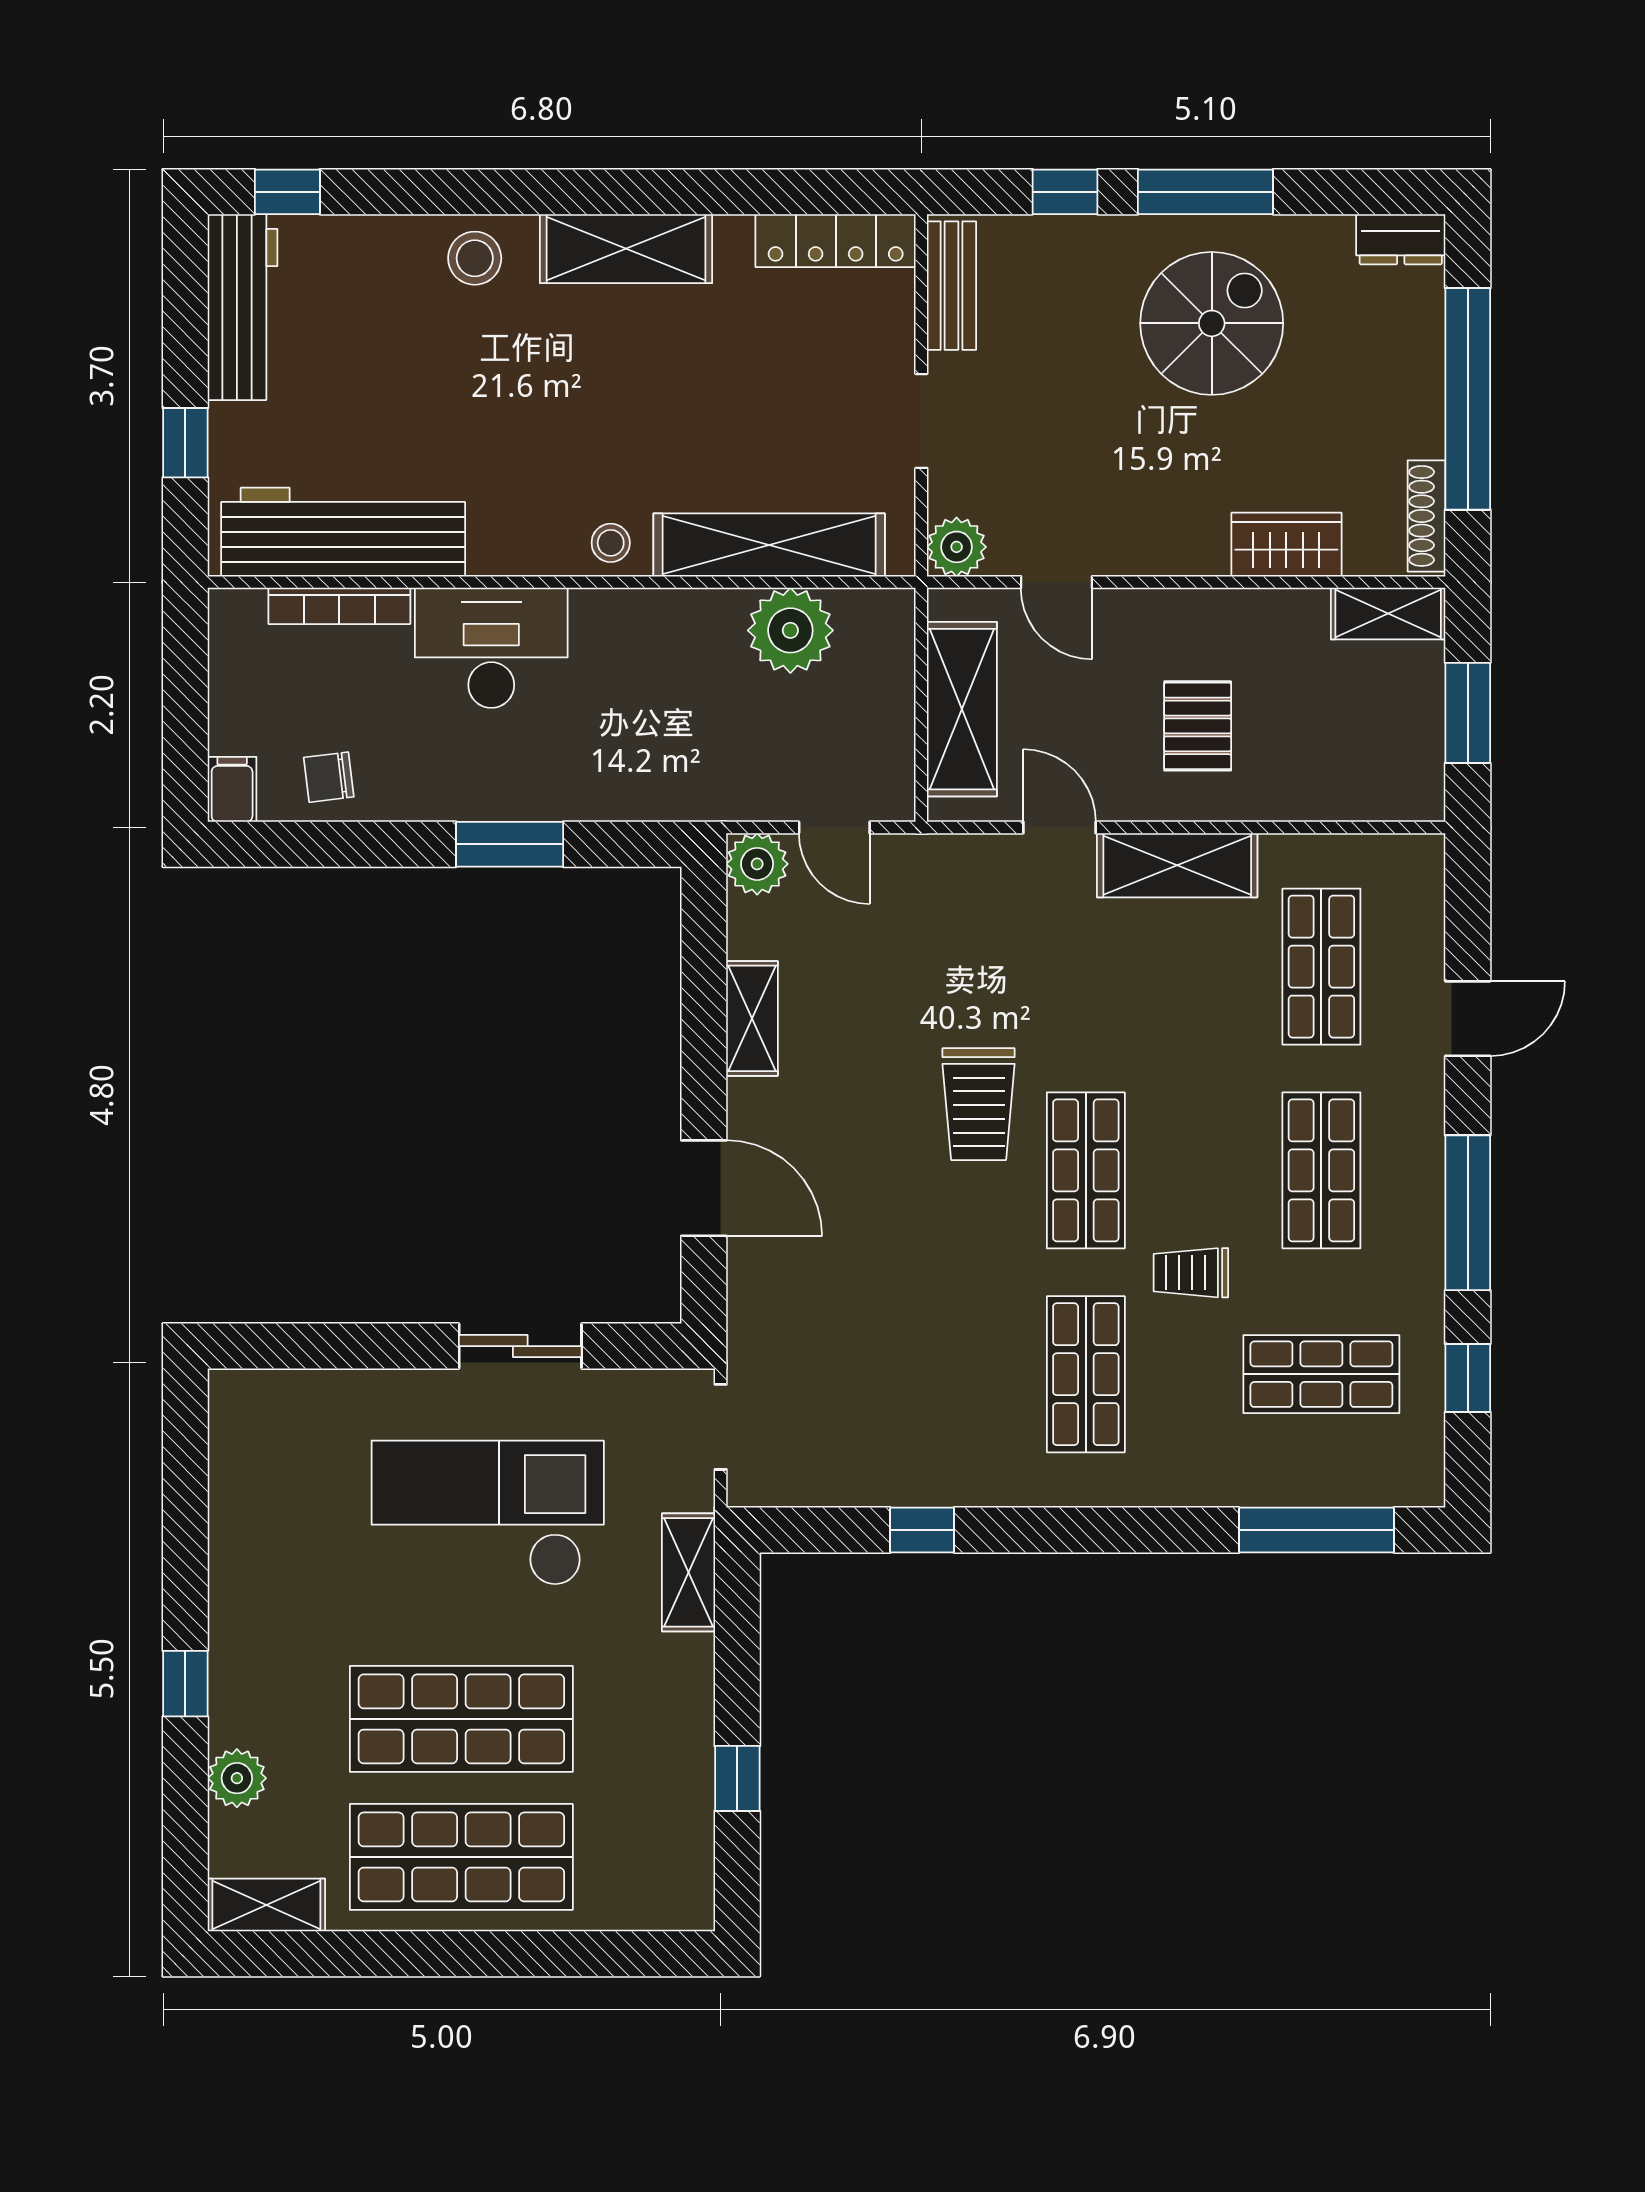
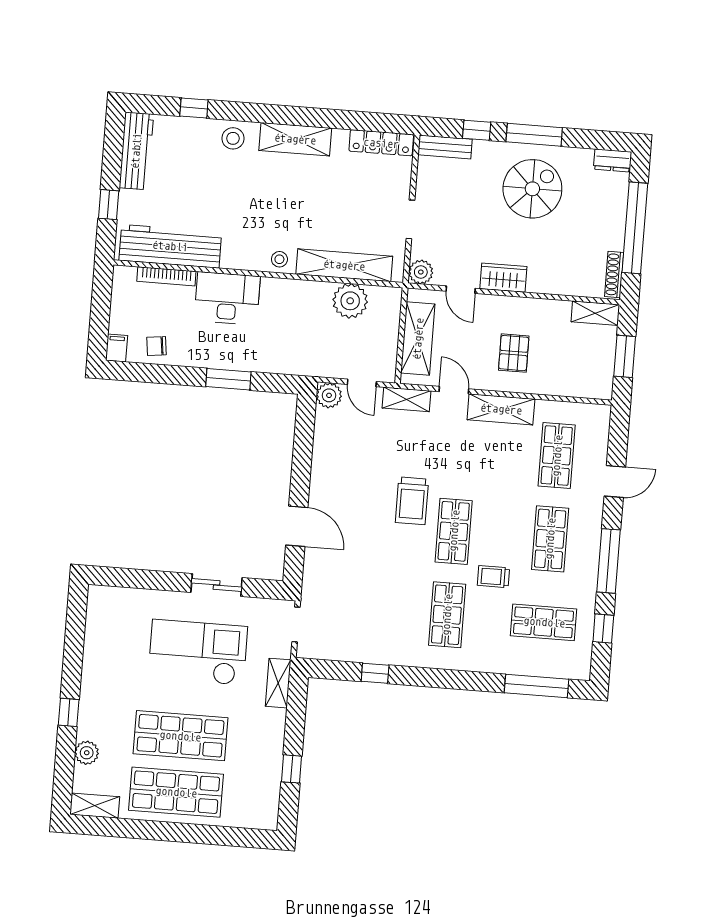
window: (287, 192) -> (194, 108), moved
bench: (951, 286) -> (445, 147), moved, turned 90
wardrobe: (1286, 545) -> (503, 278), moved
shelving: (752, 1018) -> (406, 399), moved, turned 90

